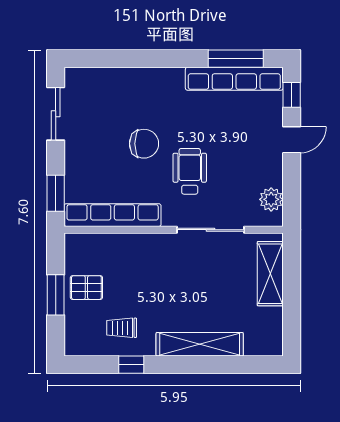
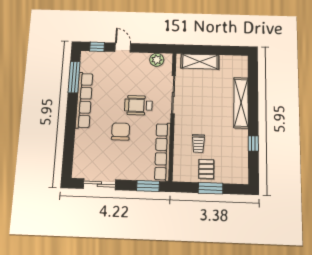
row of seats: (234, 79) -> (84, 100), moved
trolley: (122, 328) -> (198, 143), moved

